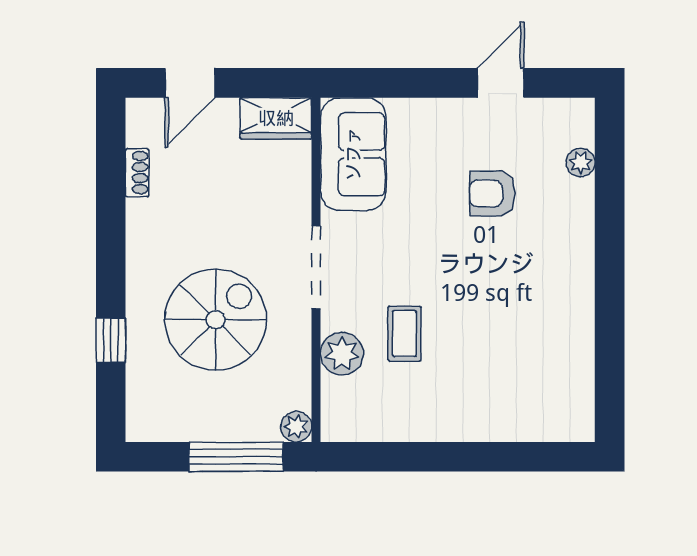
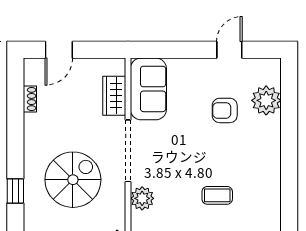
wardrobe: (276, 118) -> (114, 96), moved, turned 90
plant: (581, 163) -> (266, 100), width x1.88, depth x1.88
doorway: (316, 267) -> (128, 151), width x1.36
coffee table: (404, 334) -> (217, 195), moved, turned 90

